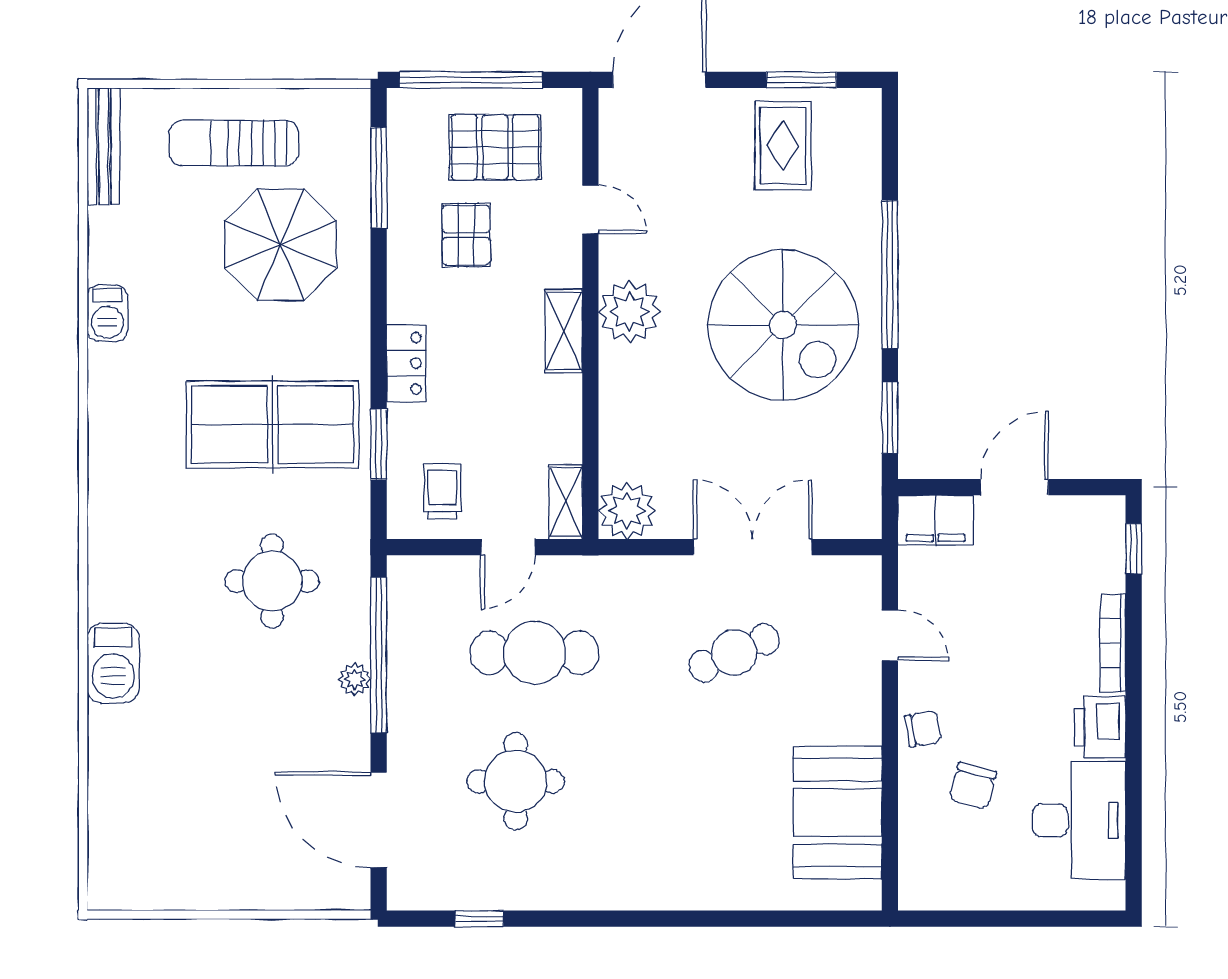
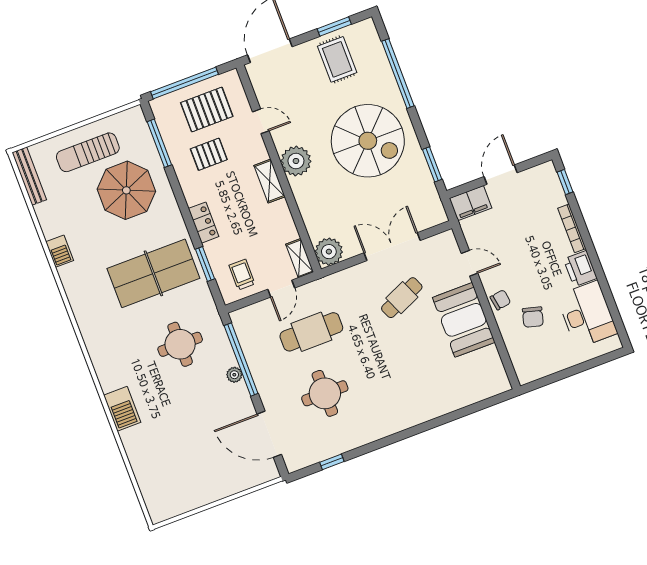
pallet: (466, 235) -> (209, 154), turned 90
window: (890, 274) -> (398, 74), moved
booth: (838, 813) -> (464, 320), moved

